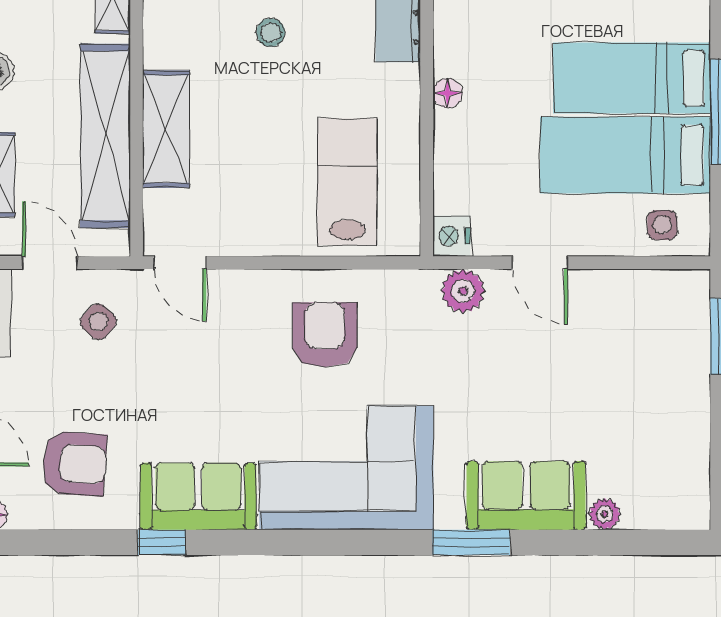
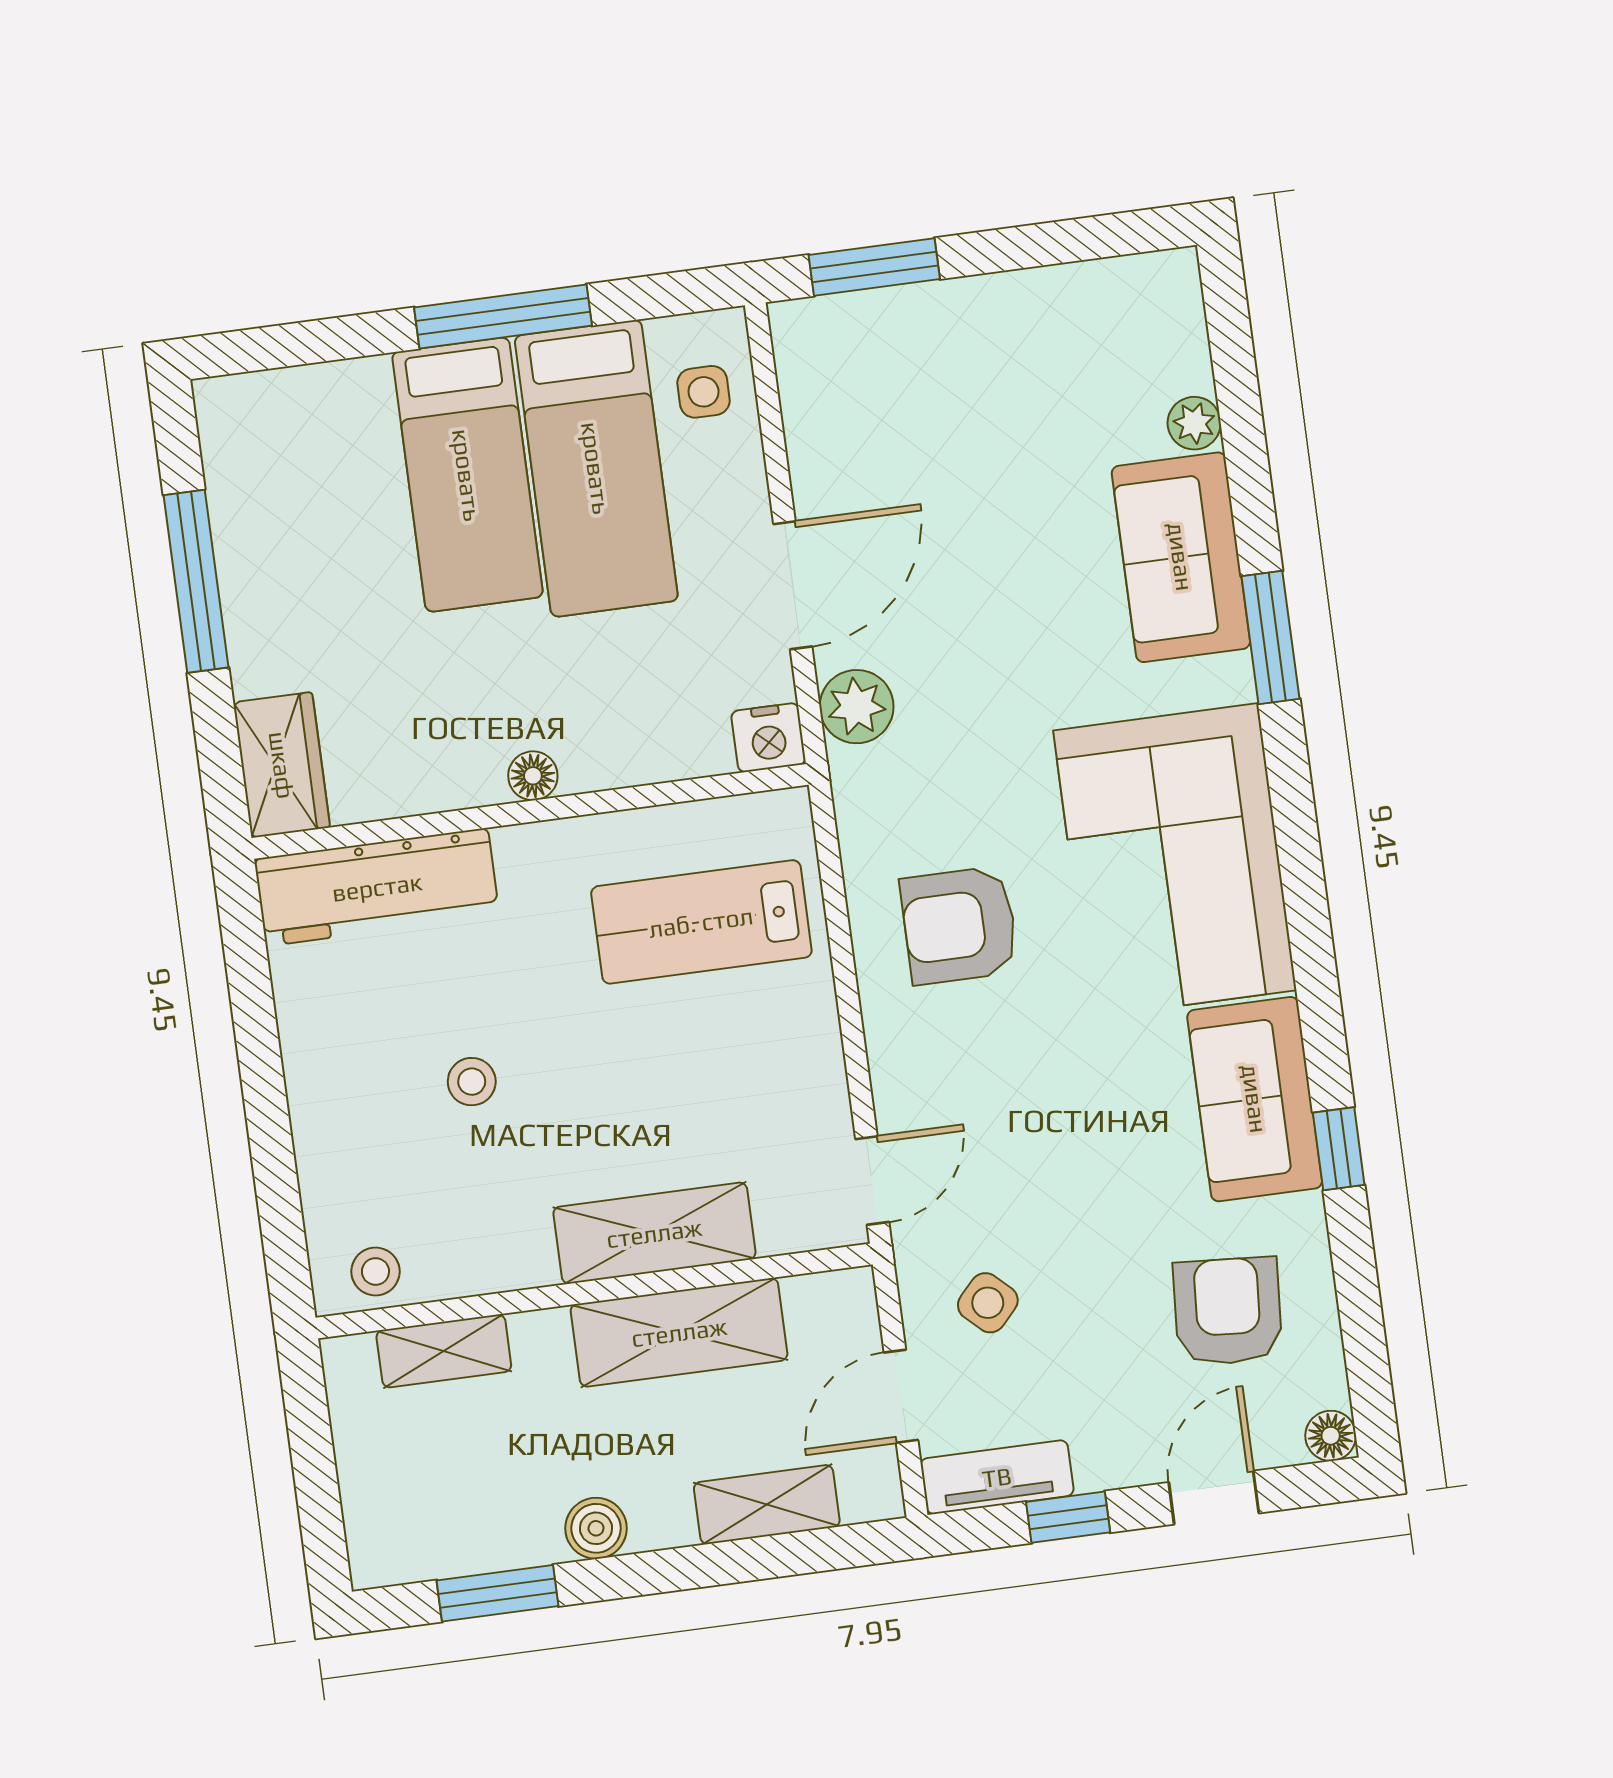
shelving: (105, 136) -> (679, 1332), width x0.68
door: (540, 263) -> (793, 585), width x1.38

